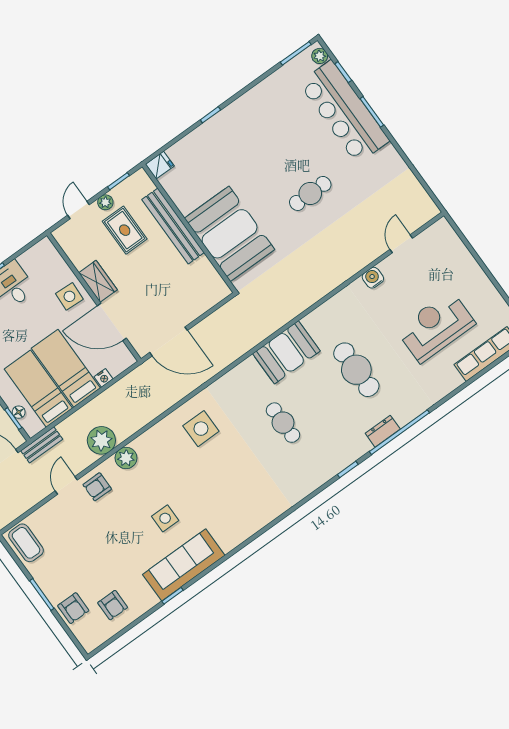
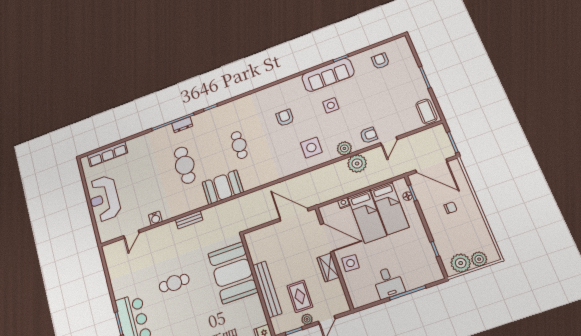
reception desk: (436, 327) -> (104, 198), moved, turned 90
side table: (201, 429) -> (311, 148), moved
bench: (42, 445) -> (189, 220), moved
armchair: (73, 608) -> (285, 118), moved

